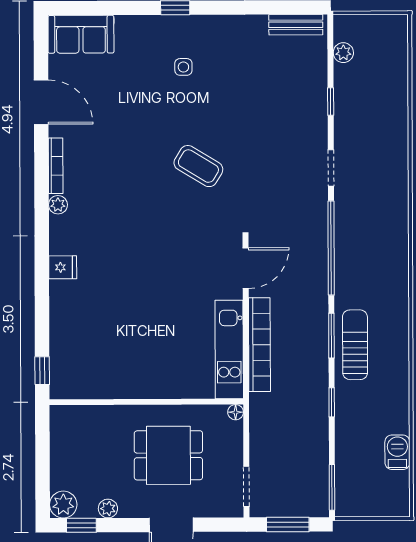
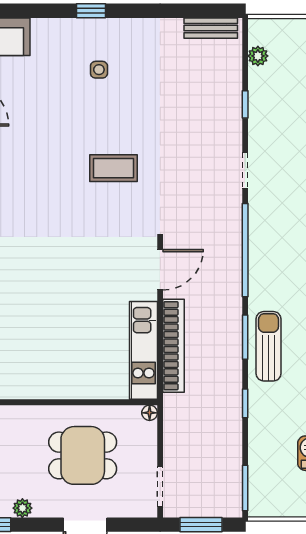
coffee table: (198, 166) -> (114, 168), turned -31

